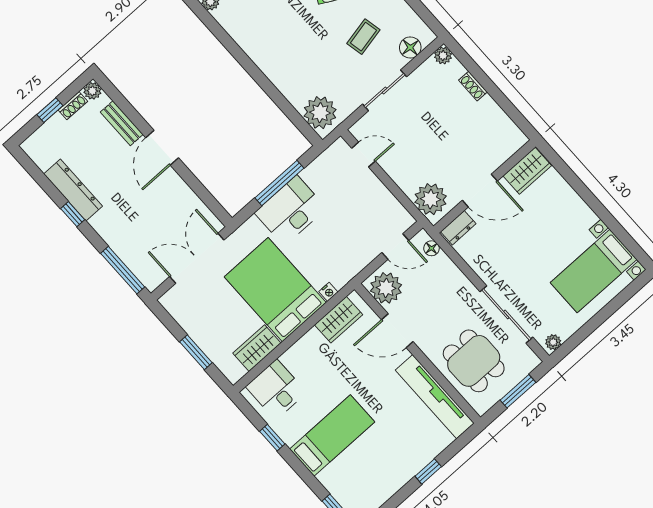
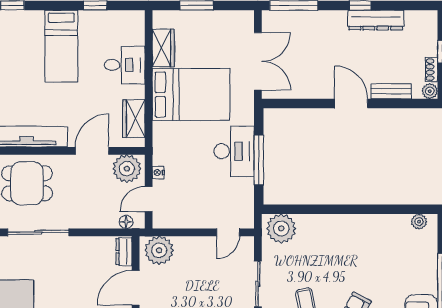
nightstand: (328, 292) -> (158, 173), moved
desk: (276, 389) -> (125, 65), moved

